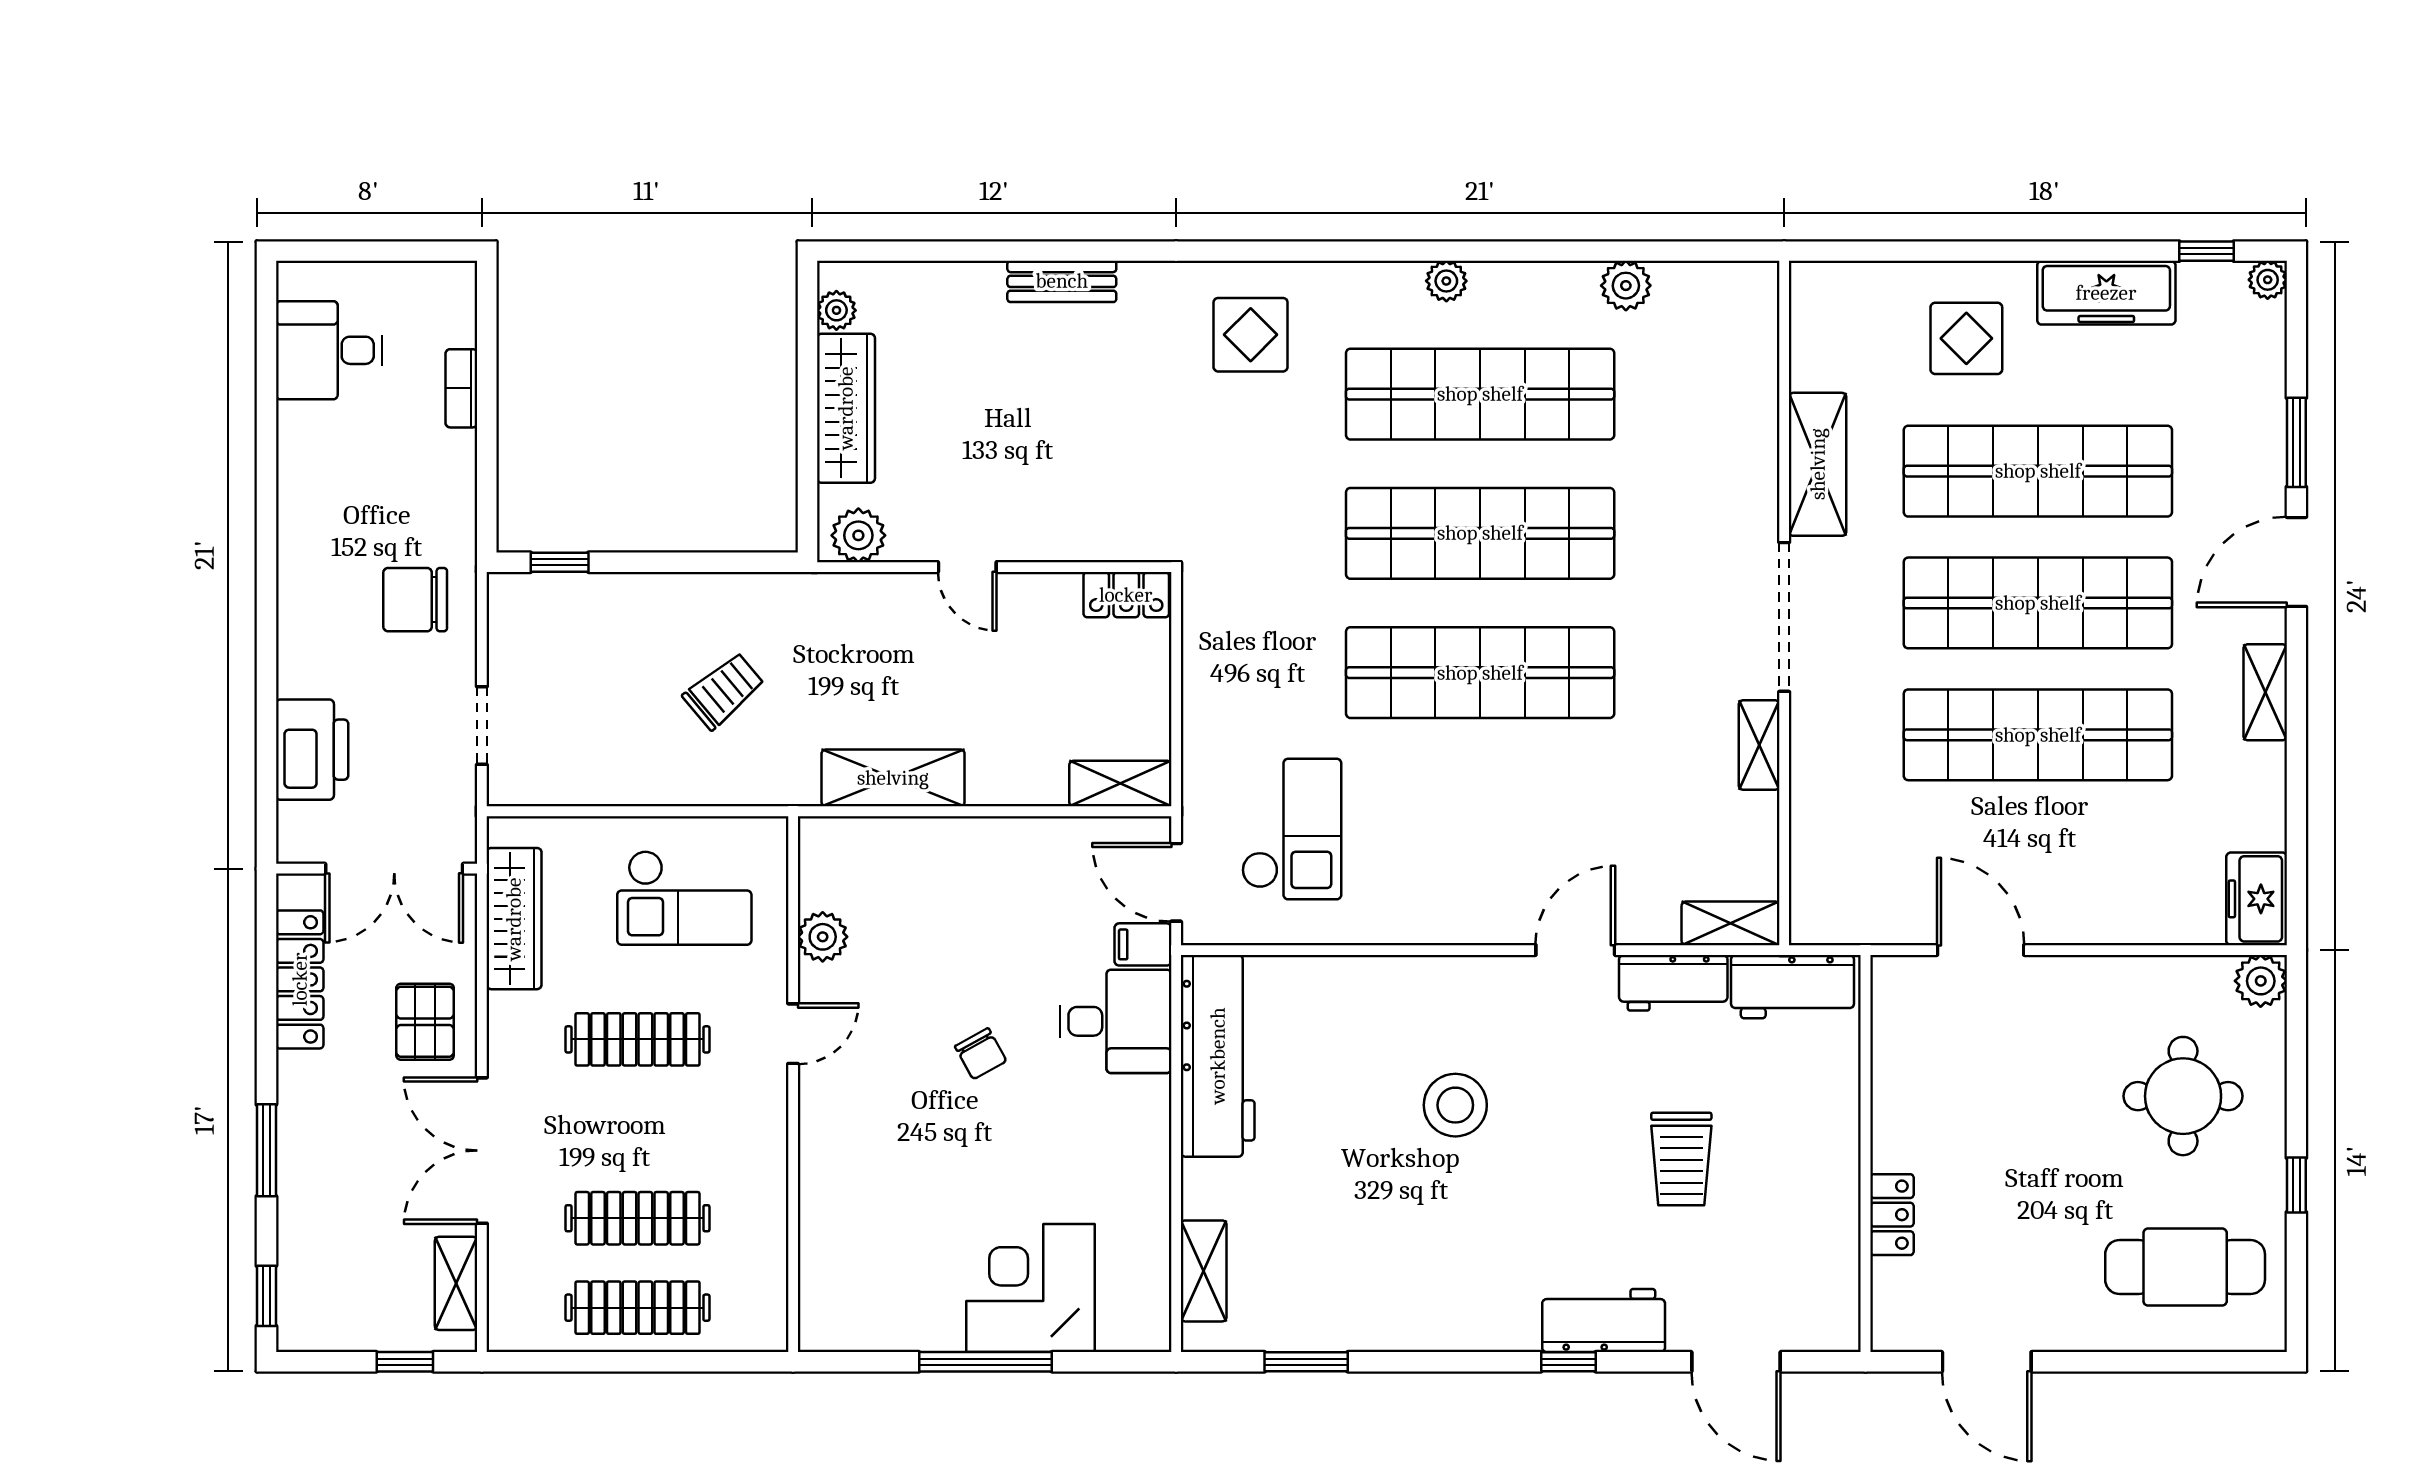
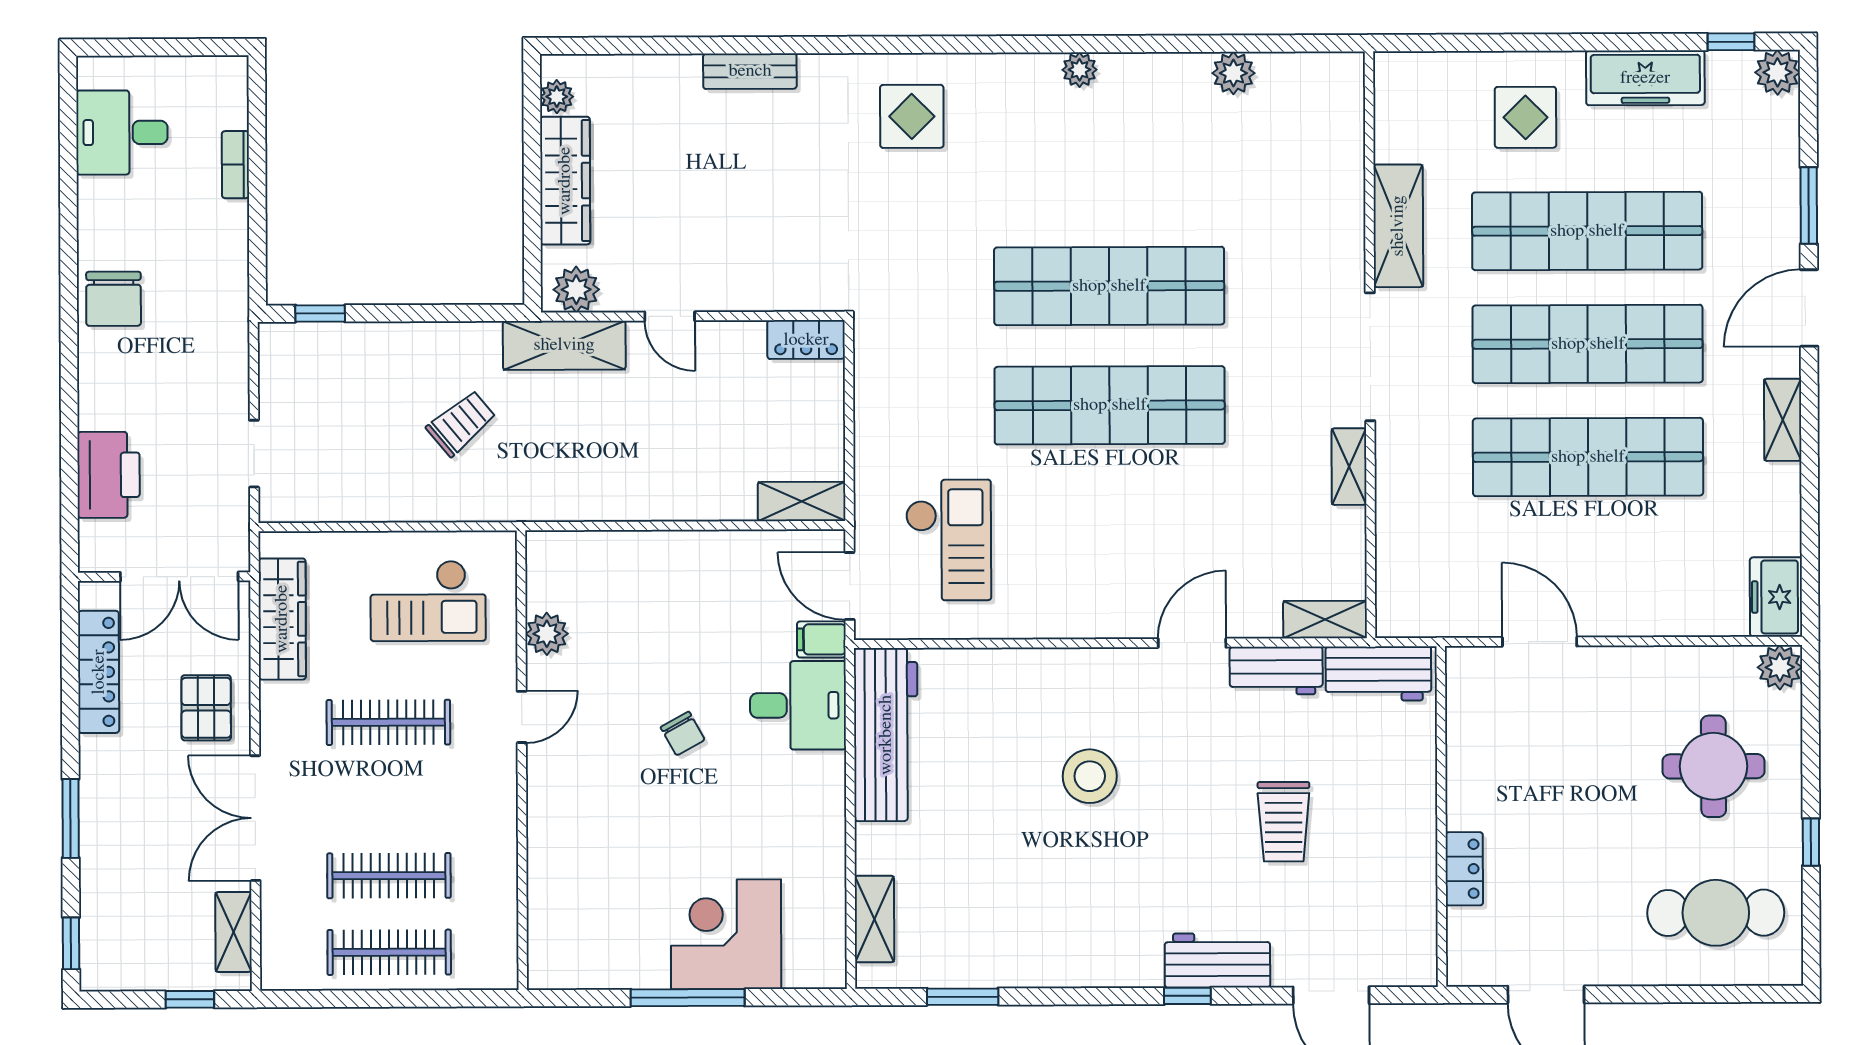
plant: (2268, 280) -> (1777, 72), width x1.38, depth x1.38
shop shelf: (1480, 394) -> (1109, 167), removed
chair: (415, 600) -> (114, 299), moved, turned -90
shelving: (893, 778) -> (564, 345), moved

